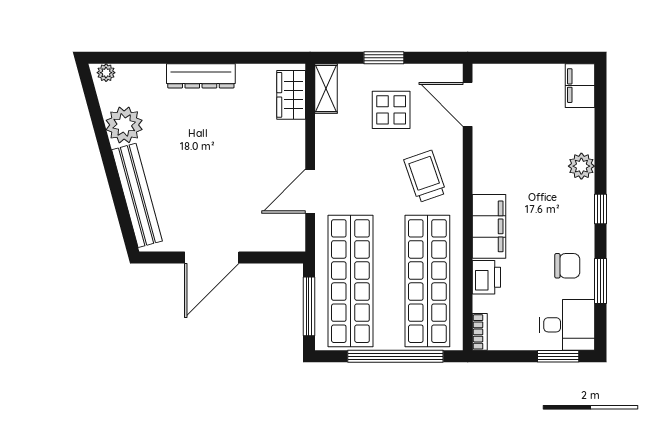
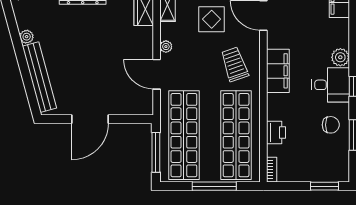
plant: (124, 125) -> (27, 37), width x0.53, depth x0.53
plant: (324, 150) -> (166, 47), added
door: (310, 191) -> (157, 74), hinge flipped
filing cabinet: (489, 226) -> (278, 71), moved
desk: (567, 325) -> (331, 85), moved
window: (395, 356) -> (214, 186), width x0.68

